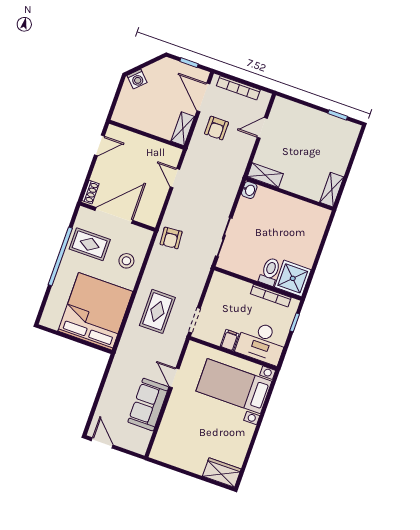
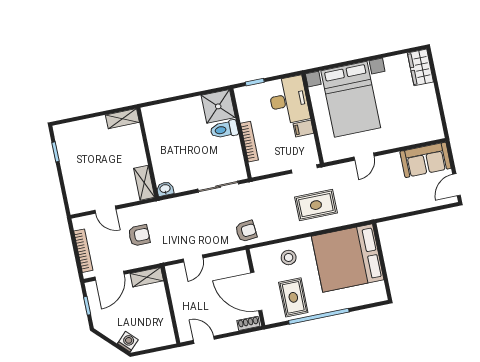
armchair: (217, 128) -> (139, 235), moved
bookcase: (271, 296) -> (249, 142), moved
bed with nightstands: (234, 386) -> (351, 99), width x1.36
sofa: (148, 405) -> (425, 160), moved

